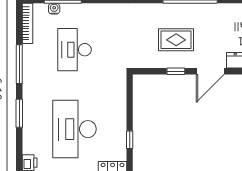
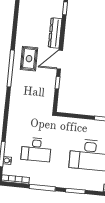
rug: (176, 40) -> (29, 59), moved
door: (210, 71) -> (60, 60), swing flipped

